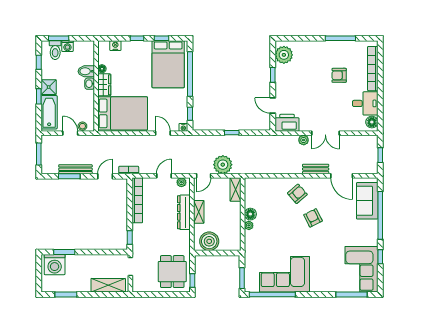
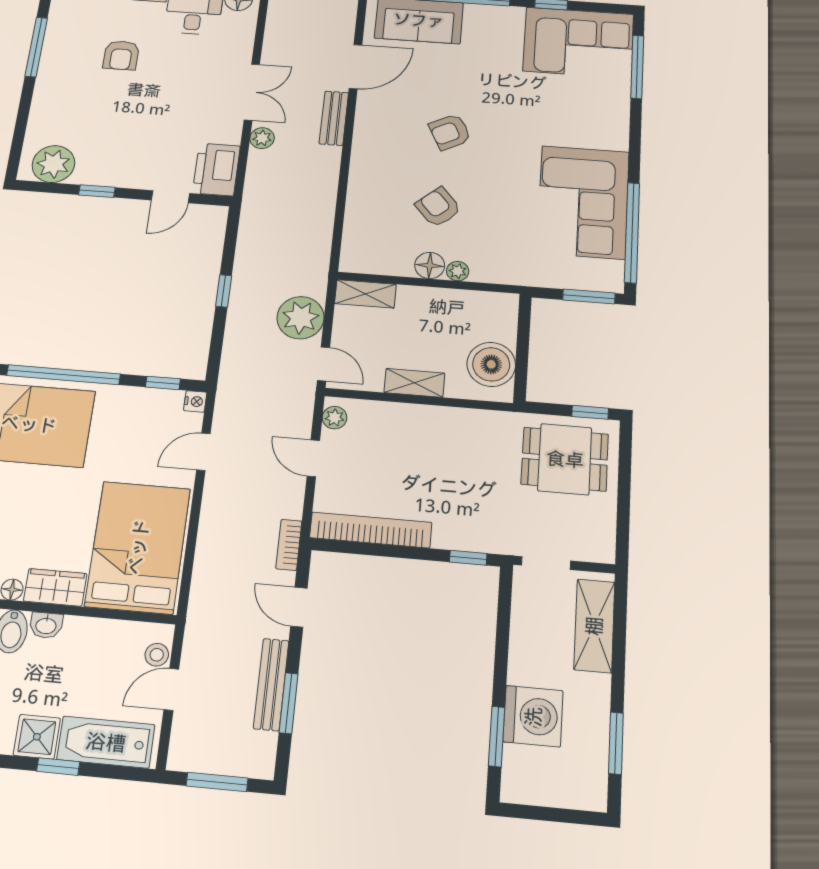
armchair: (297, 194) -> (438, 207), moved
dresser: (184, 212) -> (412, 418), removed
washing machine: (55, 265) -> (533, 716), moved

